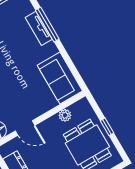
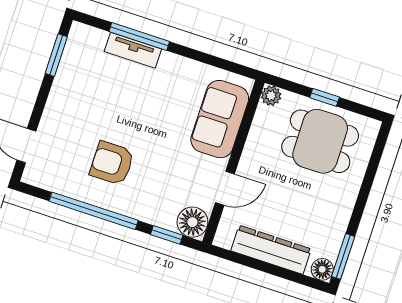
sofa: (60, 78) -> (220, 119), moved, turned 90
plant: (65, 115) -> (271, 96), moved

